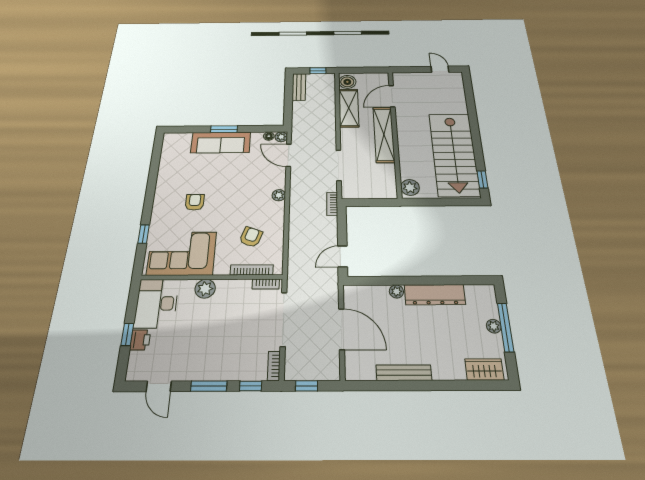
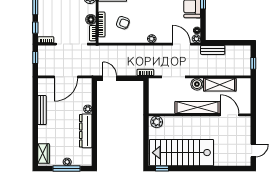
boiler: (347, 82) -> (197, 84), moved
bench: (299, 87) -> (213, 50), moved
door: (289, 155) -> (182, 44), hinge flipped
floor lamp: (242, 287) -> (91, 19), added

